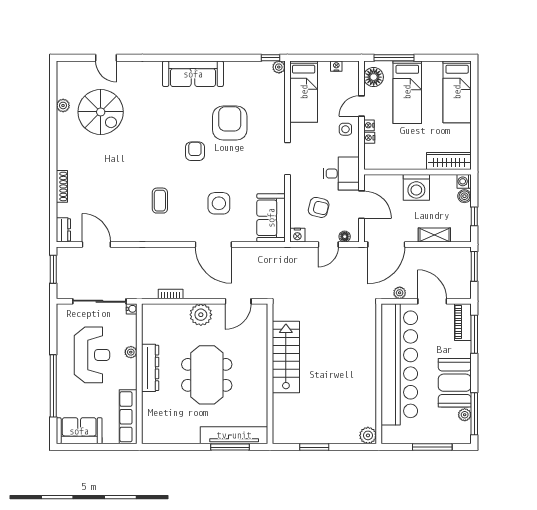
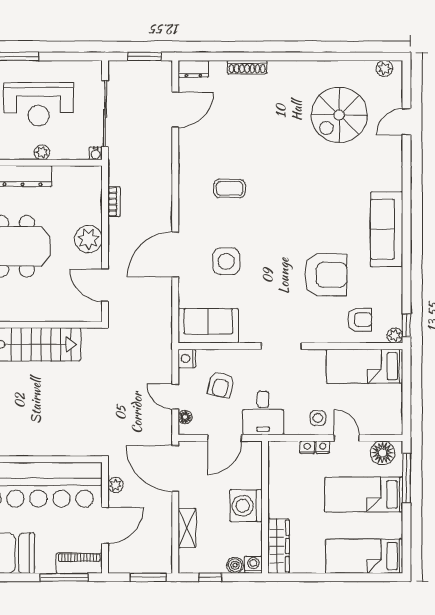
nightstand: (336, 66) -> (396, 407), removed
plant: (63, 105) -> (384, 68), moved
armchair: (195, 151) -> (360, 320), moved

